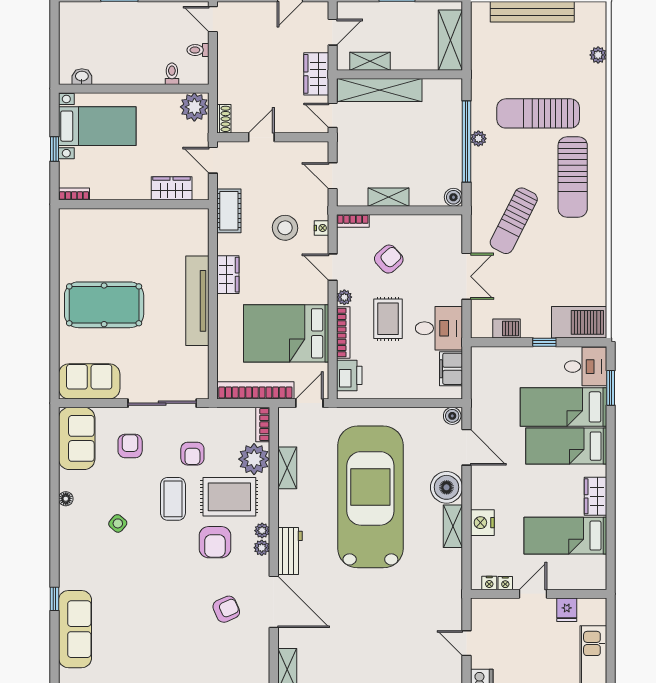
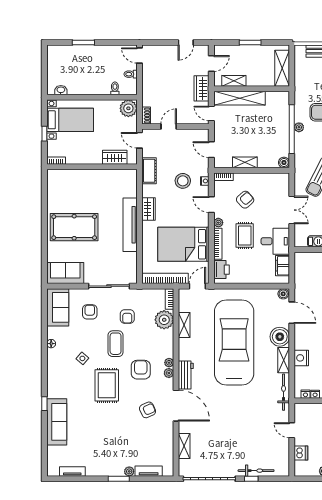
rug: (229, 497) -> (107, 385), moved, turned 90
armchair: (215, 542) -> (141, 370), turned 180
bicycle: (453, 580) -> (284, 392), added

